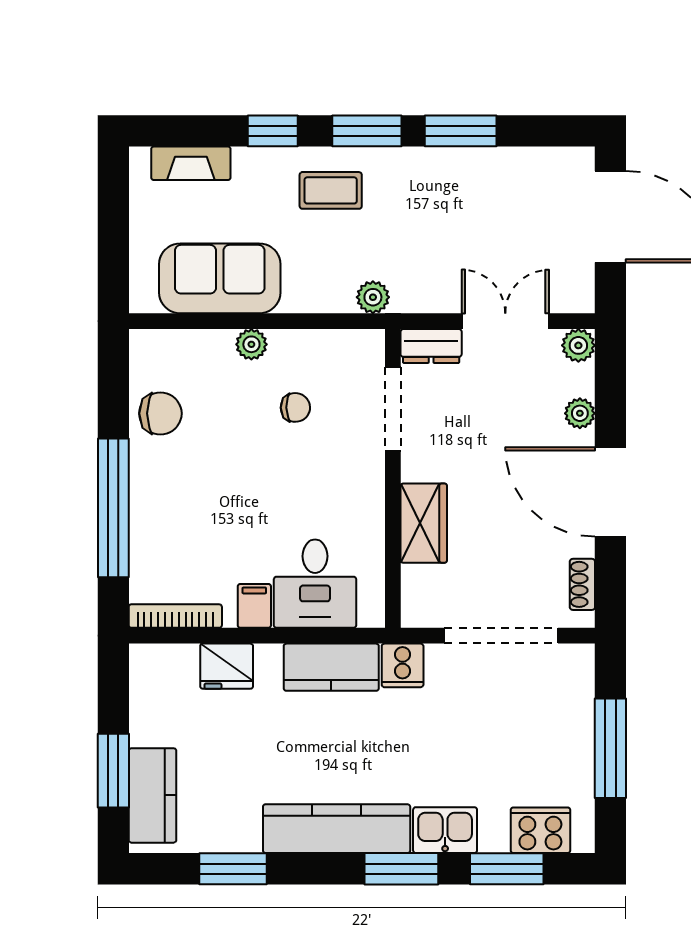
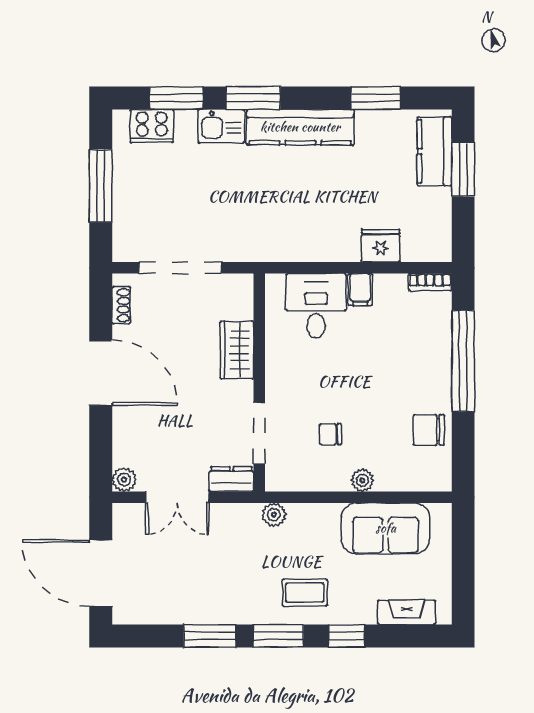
plant: (580, 413) -> (123, 430), removed
bookcase: (175, 616) -> (430, 282), width x0.64
cooker: (403, 665) -> (252, 246), removed
kitchen counter: (331, 667) -> (304, 245), removed

